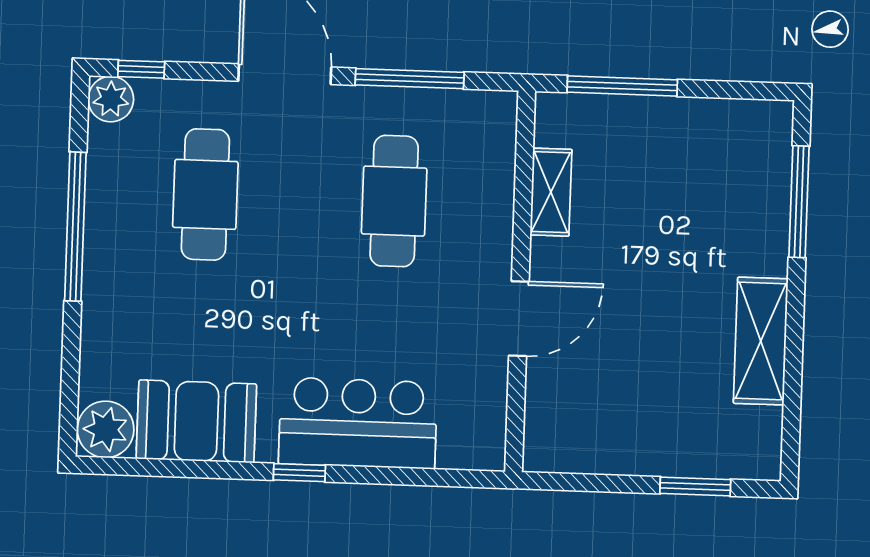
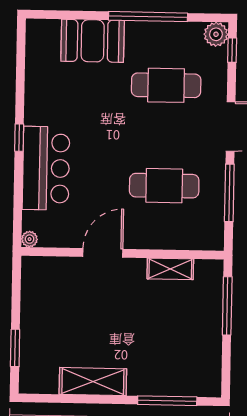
door: (519, 319) -> (103, 253), swing flipped
booth: (196, 421) -> (93, 41), moved, turned 90
plant: (106, 429) -> (30, 239), moved, width x0.53, depth x0.53

